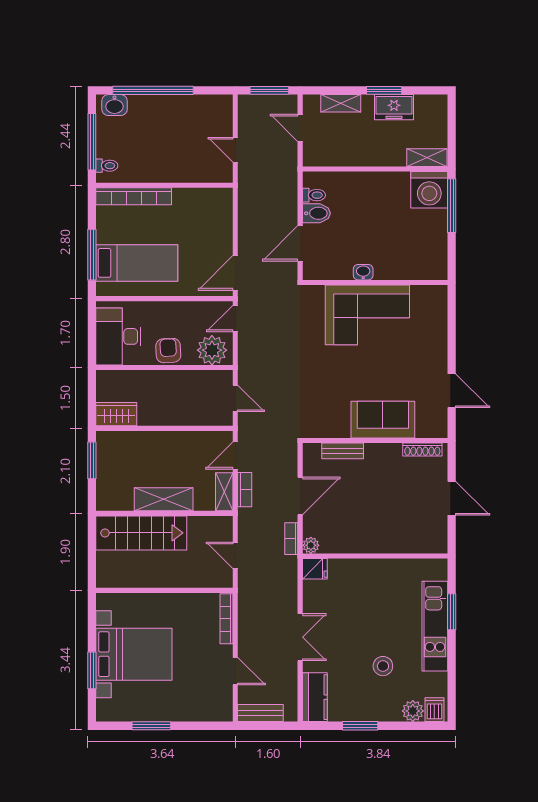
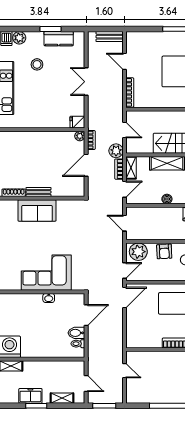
boiler: (164, 439) -> (167, 199), added
bench: (343, 451) -> (39, 192), moved
plant: (250, 520) -> (116, 151), added
kitchen counter: (315, 697) -> (59, 39), moved, turned -90

